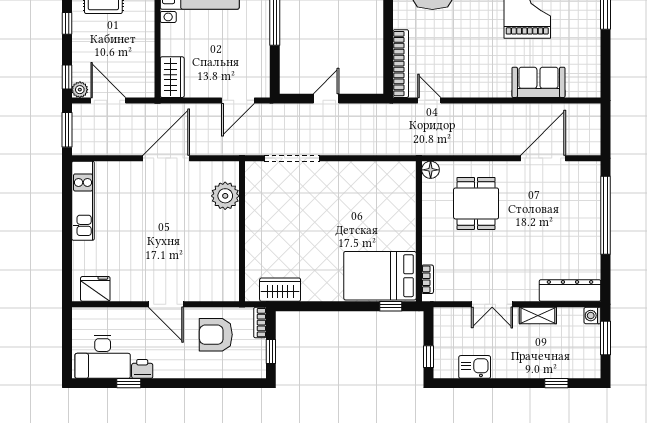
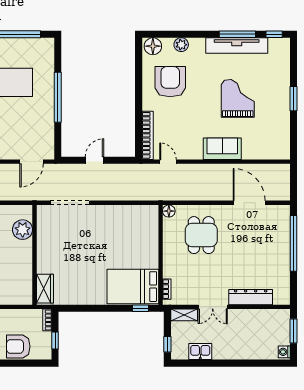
sofa: (538, 82) -> (222, 149), moved
door: (543, 158) -> (249, 203), hinge flipped
wardrobe: (280, 290) -> (45, 289), moved, turned 90
dresser: (570, 291) -> (251, 297), moved
shelving: (538, 316) -> (184, 315), moved
washing machine: (592, 316) -> (284, 352), moved
armchair: (216, 335) -> (18, 346), moved
window: (556, 383) -> (258, 363), removed

